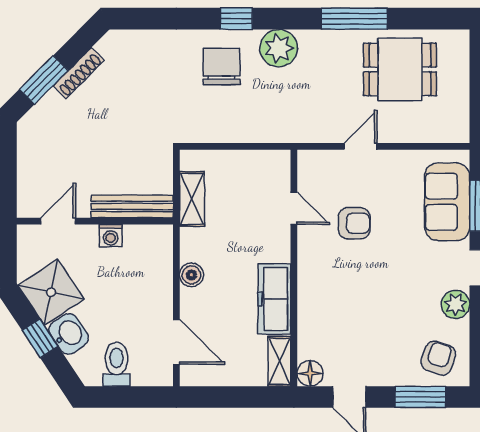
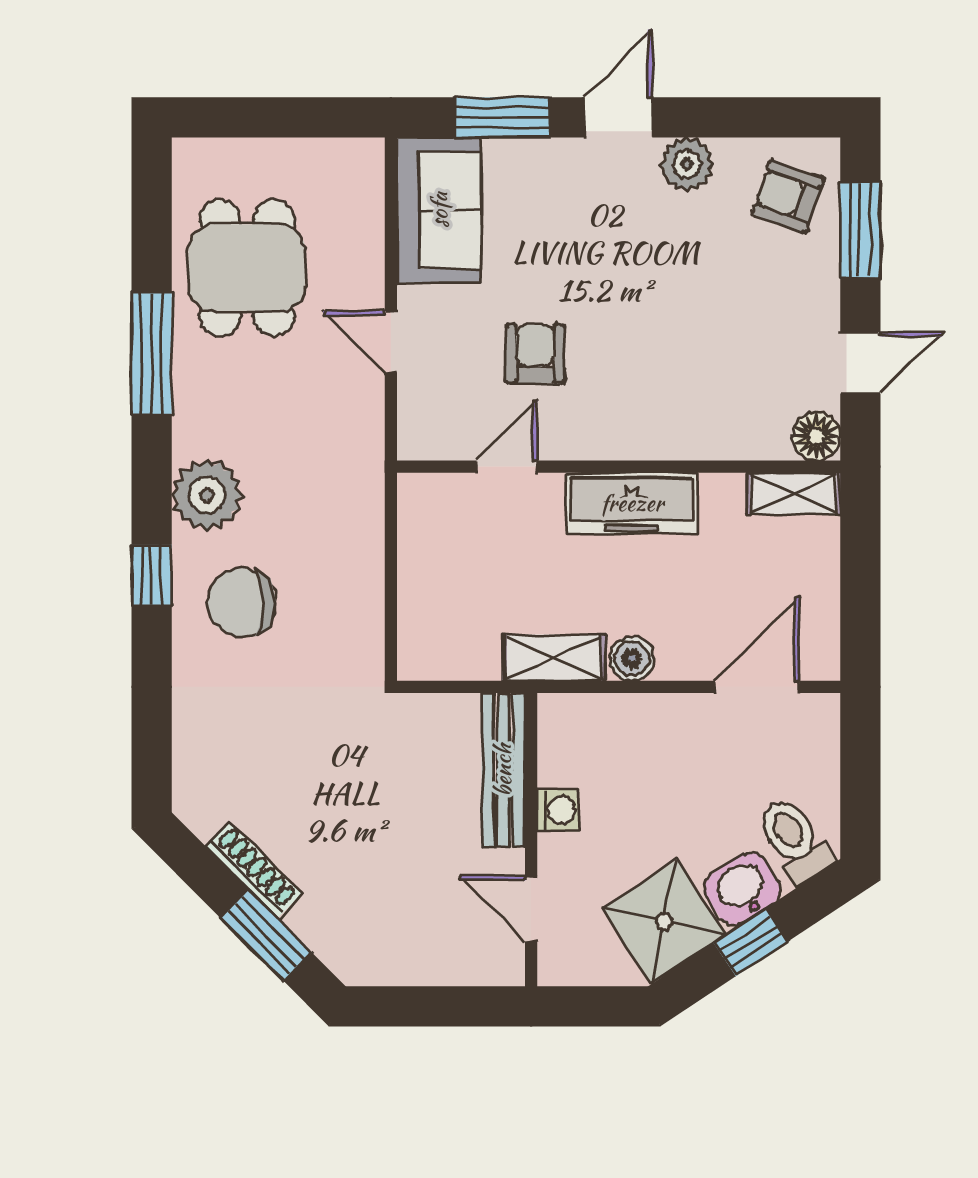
shelving: (192, 199) -> (554, 658), moved
sofa: (447, 202) -> (439, 210), moved, turned -90
freezer: (274, 299) -> (632, 503), moved
toilet: (116, 364) -> (794, 840), moved, turned 56

